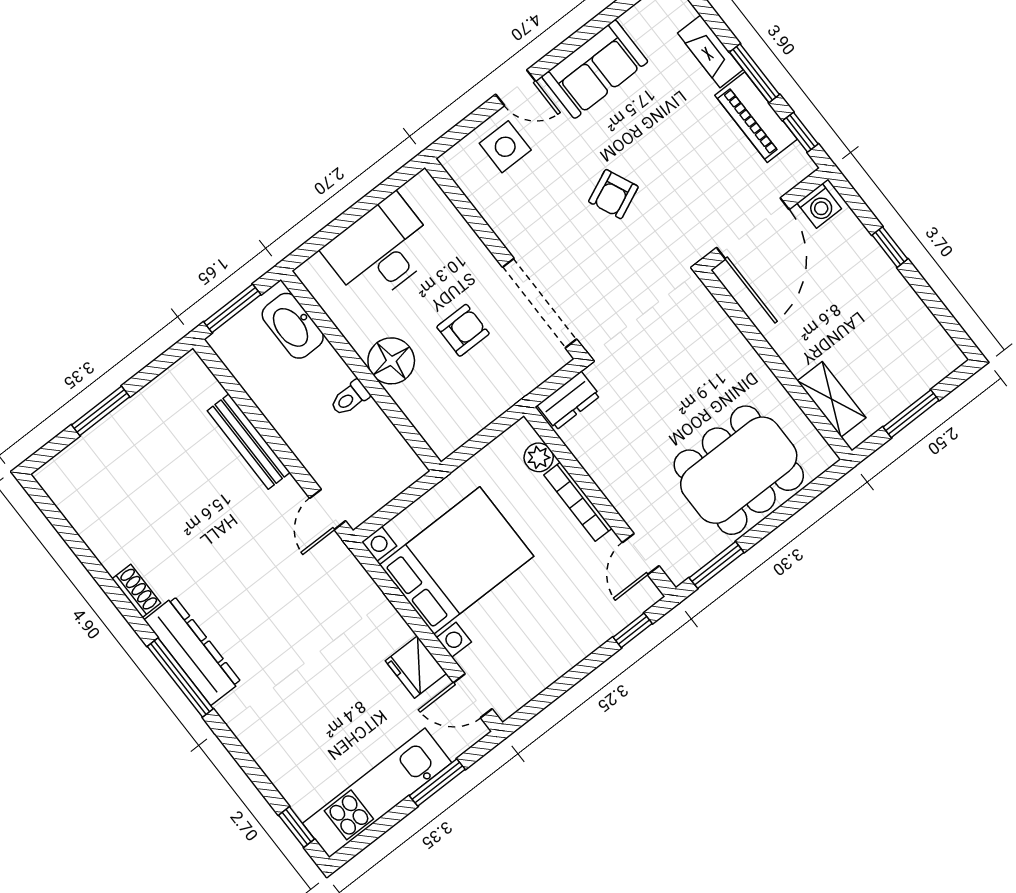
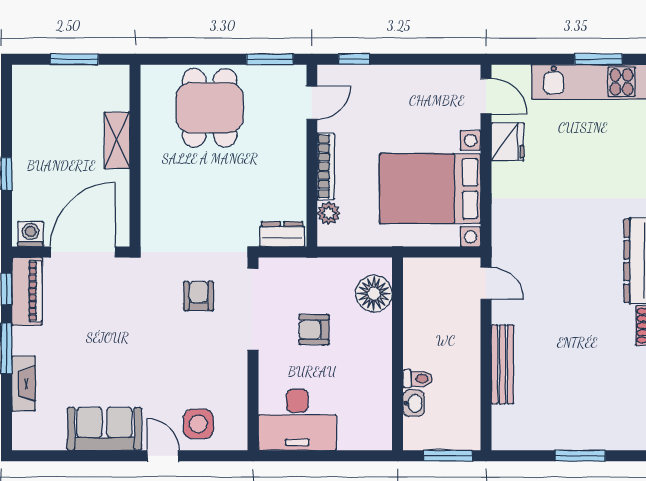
piano: (756, 117) -> (27, 291), moved
armchair: (613, 194) -> (199, 296), moved, turned -66
desk: (381, 250) -> (297, 420), moved
washbasin: (293, 326) -> (414, 403), width x0.52, depth x0.69
floor lamp: (391, 361) -> (374, 294), moved
toilet: (350, 398) -> (418, 379), moved
shelving: (832, 399) -> (117, 140), moved
dining table: (739, 470) -> (210, 108), width x0.73
door: (328, 509) -> (486, 283), hinge flipped
window: (437, 782) -> (598, 59), moved

